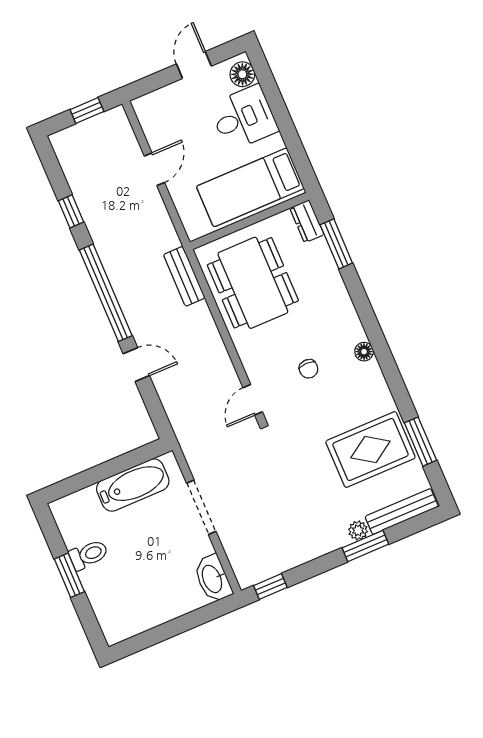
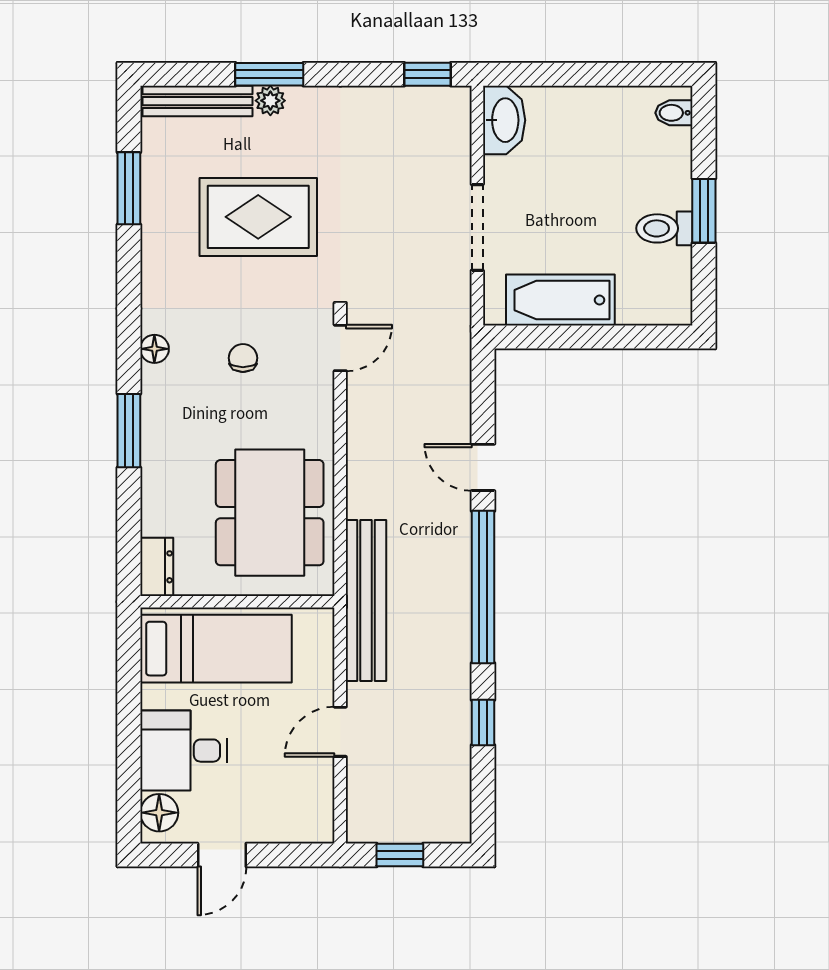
window: (336, 244) -> (129, 431), moved
bench: (184, 276) -> (366, 600), width x1.86, depth x1.21
rug: (370, 450) -> (258, 217), moved
bidet: (113, 627) -> (674, 113), added

